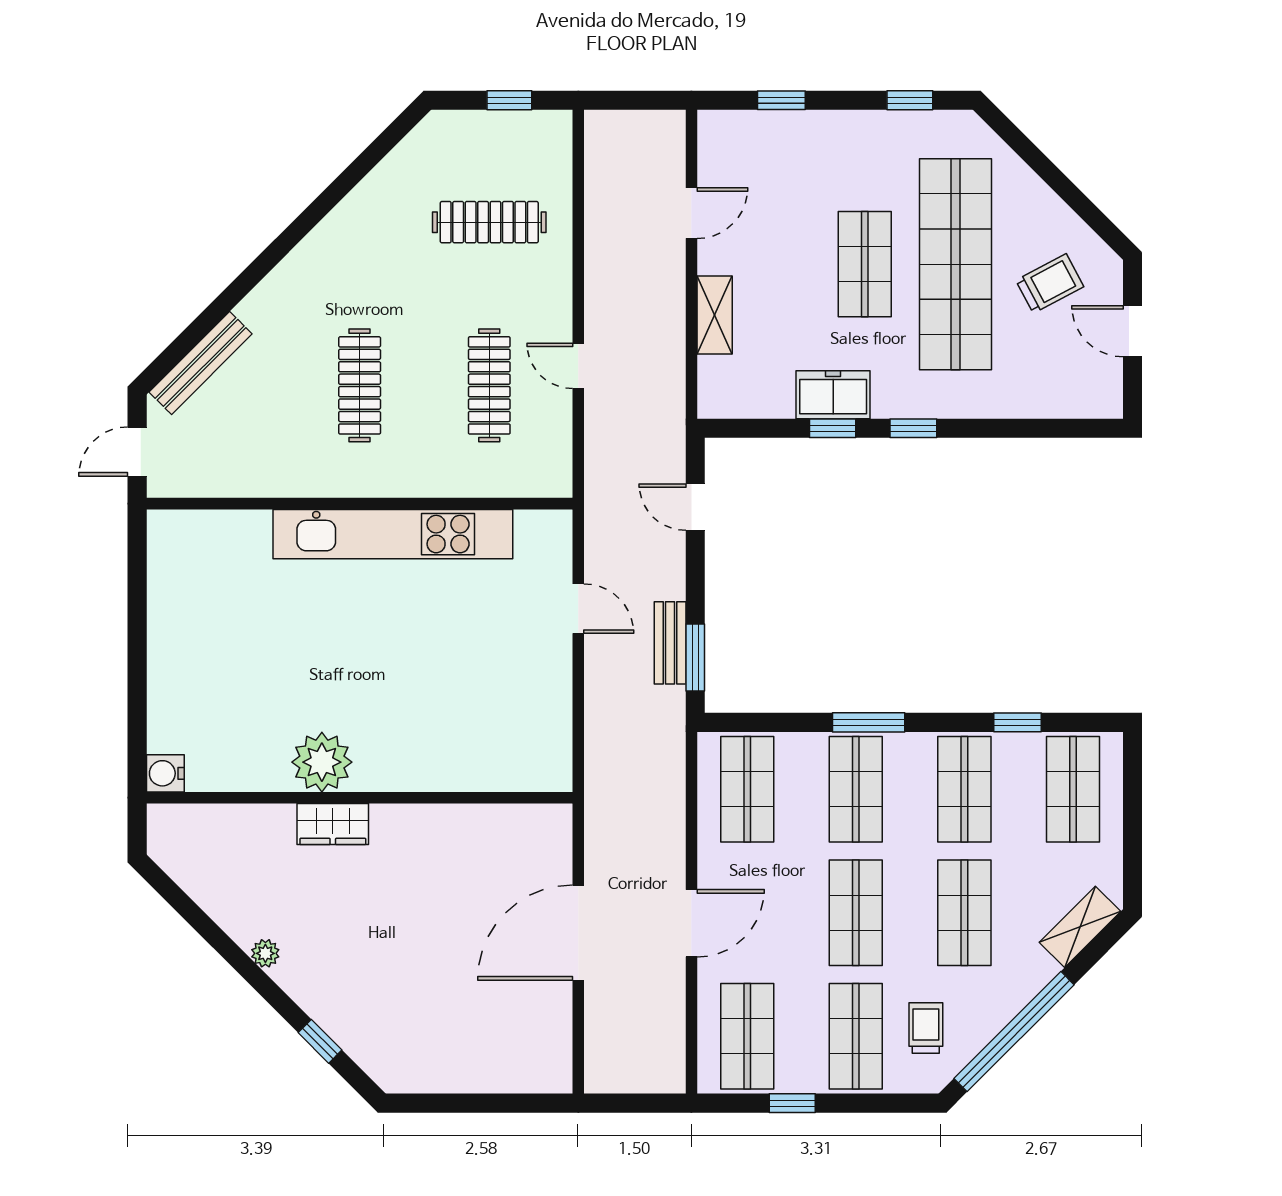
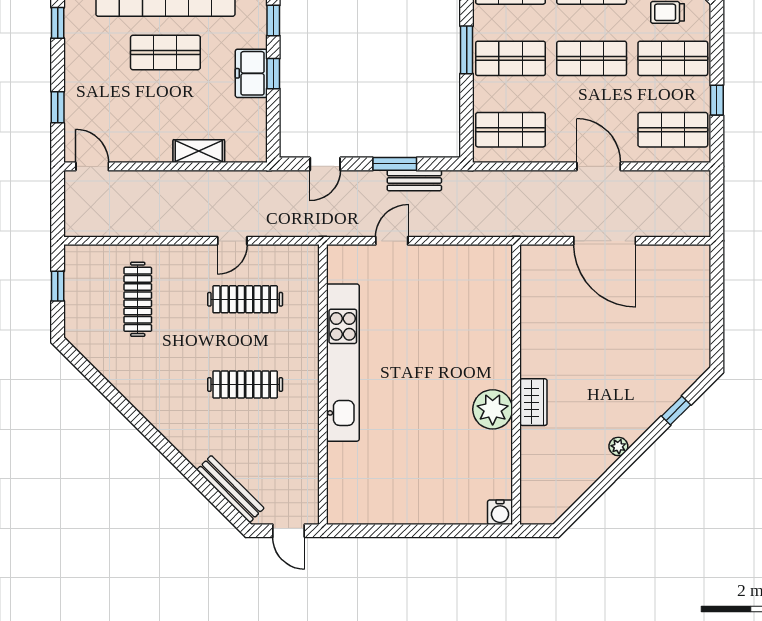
door: (691, 213) -> (92, 166), moved
window: (695, 657) -> (395, 164), moved

